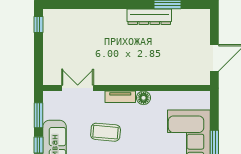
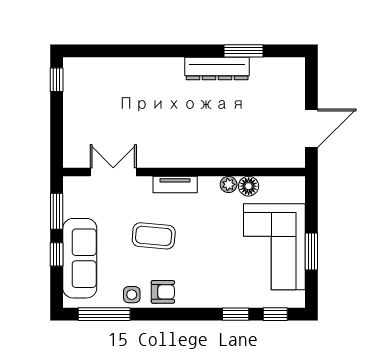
plant: (157, 97) -> (229, 184), added
floor lamp: (144, 98) -> (249, 186), moved

